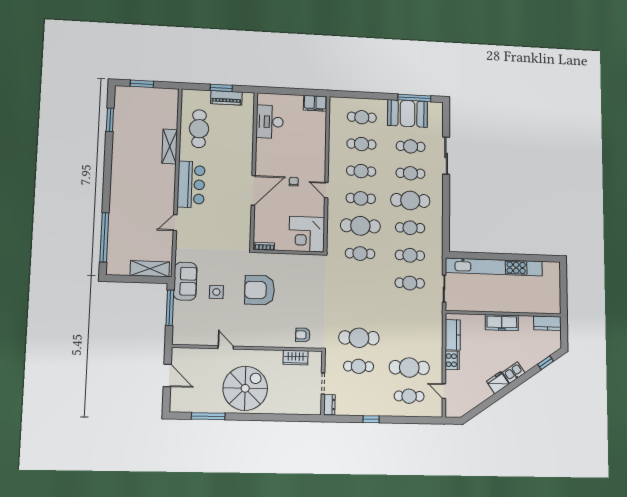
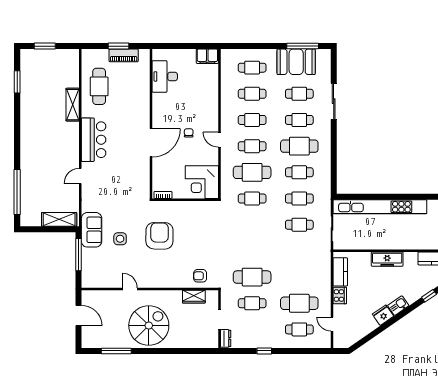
armchair: (260, 290) -> (159, 236), turned 91

